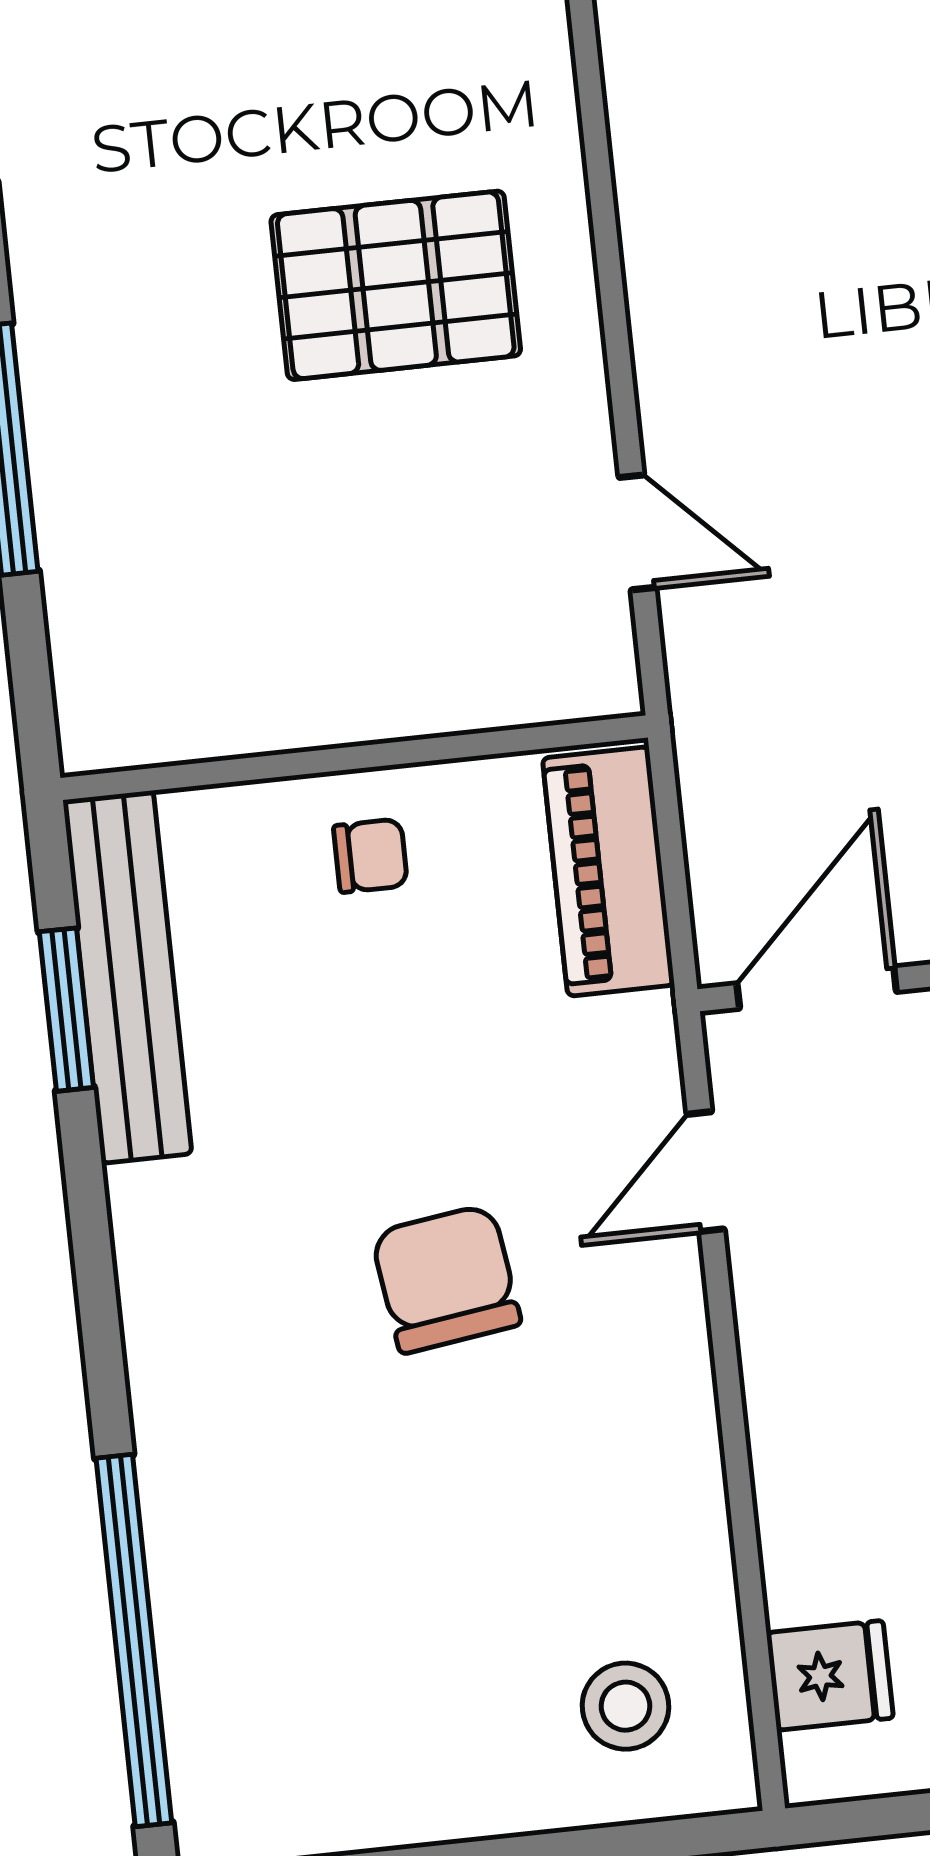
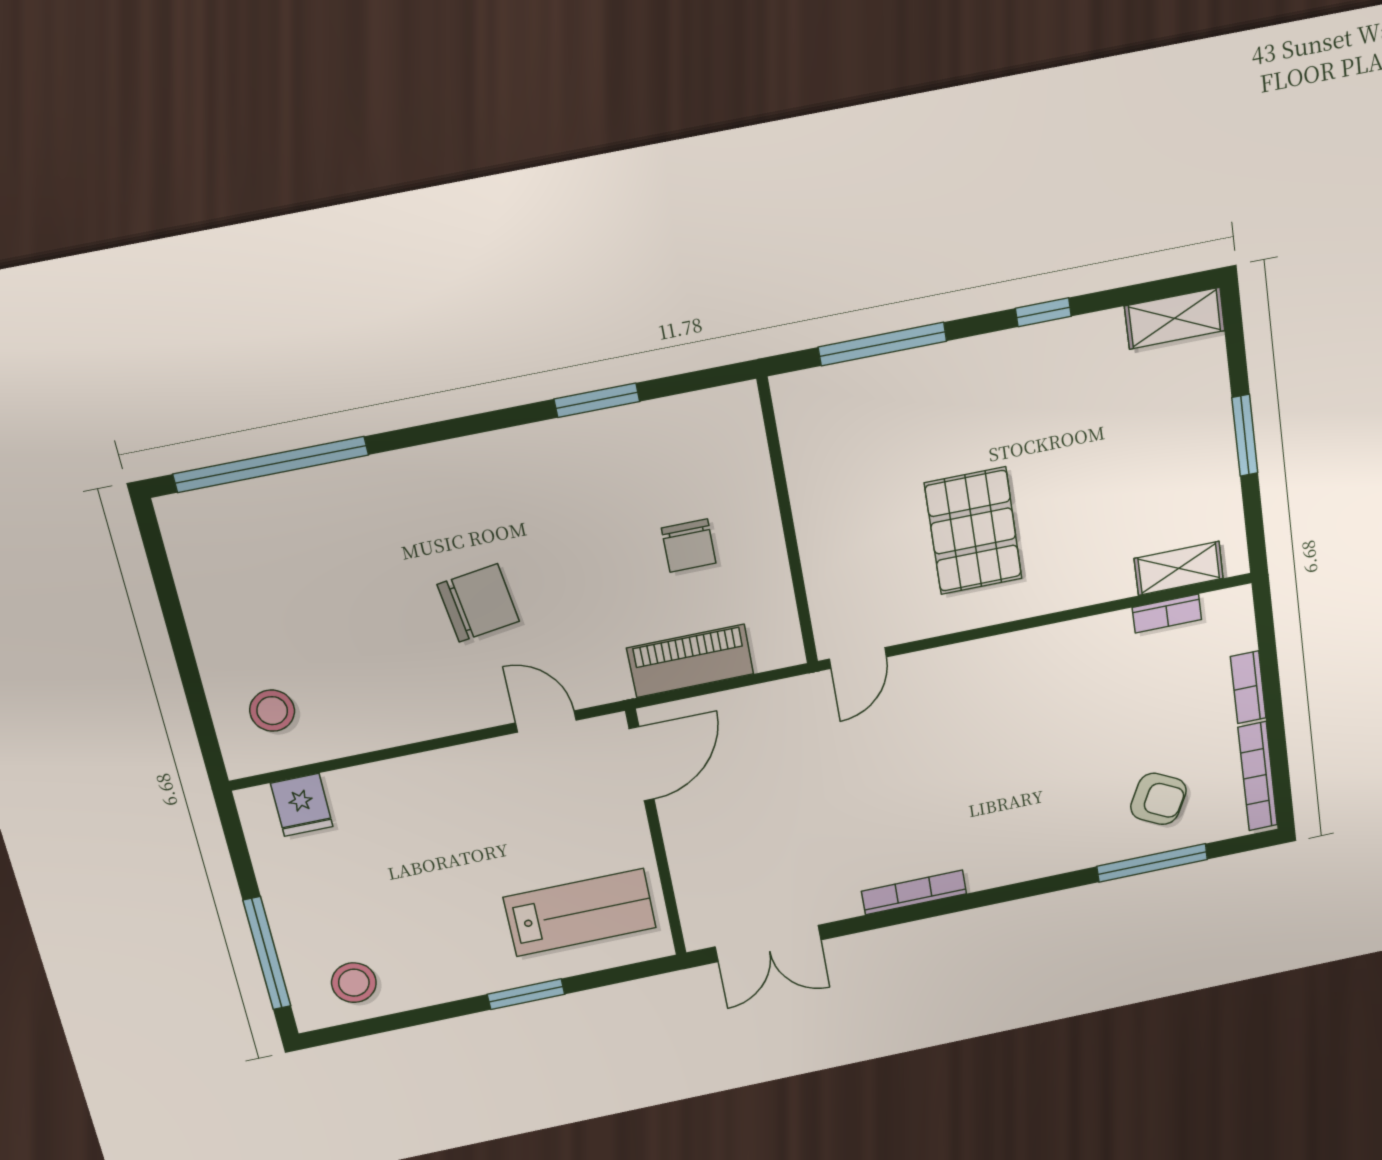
wall: (354, 758) -> (788, 523), moved
chair: (370, 856) -> (689, 546), width x1.37, depth x1.37
bench: (127, 977) -> (616, 430), removed
door: (817, 988) -> (642, 764), hinge flipped

